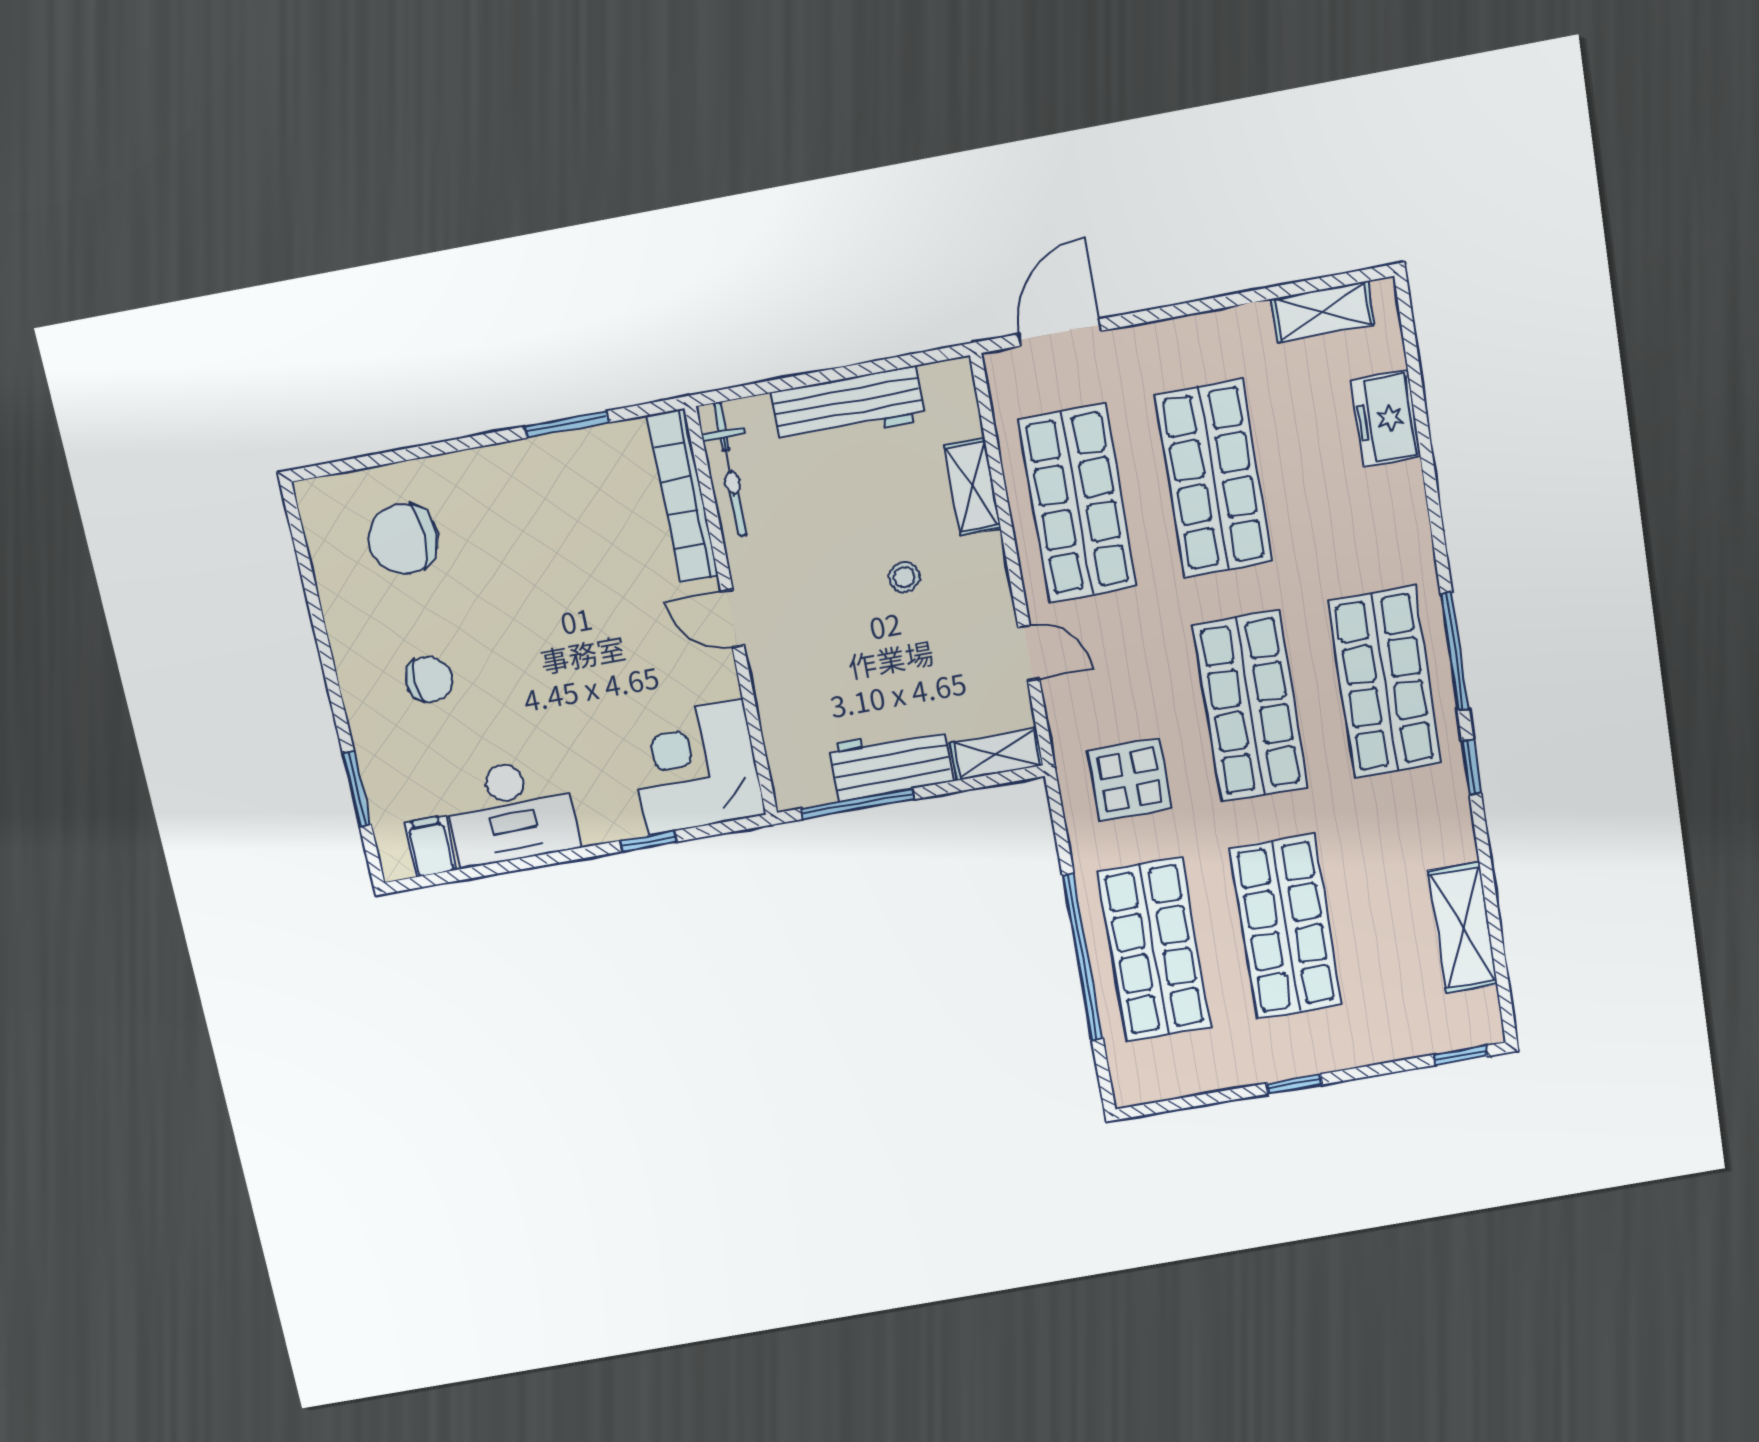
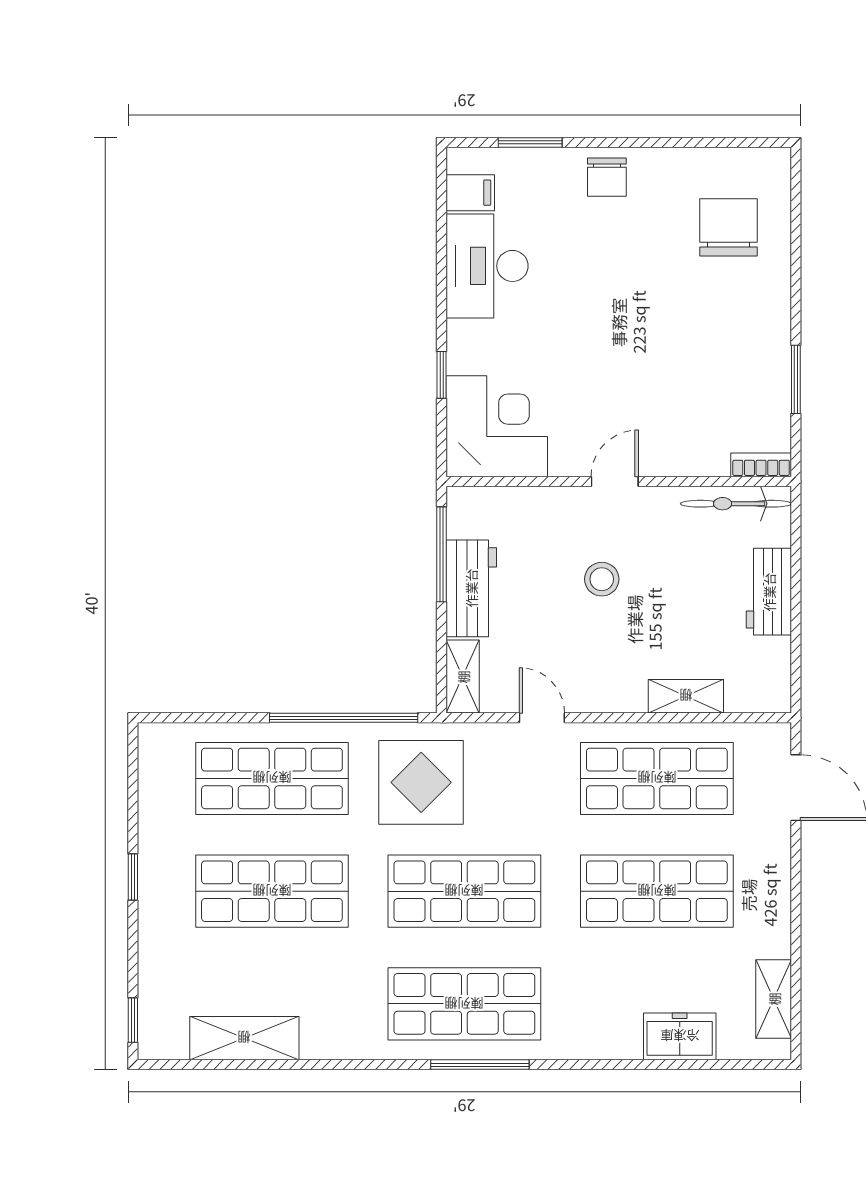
workbench: (848, 406) -> (769, 592), width x0.73
bookcase: (683, 496) -> (761, 465), width x0.43, depth x0.76
stool: (904, 577) -> (602, 579), moved, width x1.37, depth x1.37
door: (1029, 653) -> (542, 718), swing flipped
chair: (429, 679) -> (607, 177), moved
window: (1471, 767) -> (380, 1065), removed
display table: (1130, 780) -> (421, 782), width x1.36, depth x1.36
window: (1083, 957) -> (344, 718), moved

